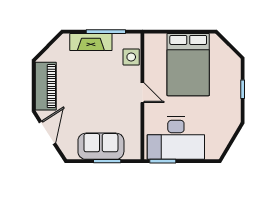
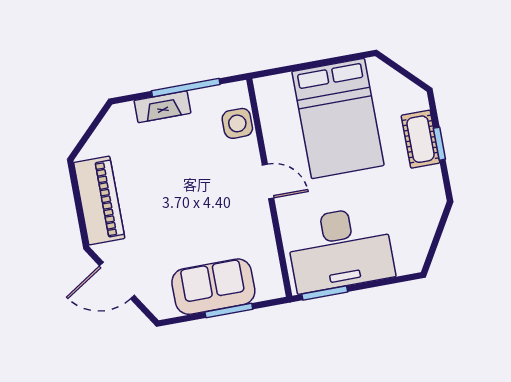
fireplace: (91, 42) -> (162, 107), width x0.73, depth x0.76
cot: (232, 85) -> (420, 139), added
door: (47, 133) -> (117, 280), swing flipped

